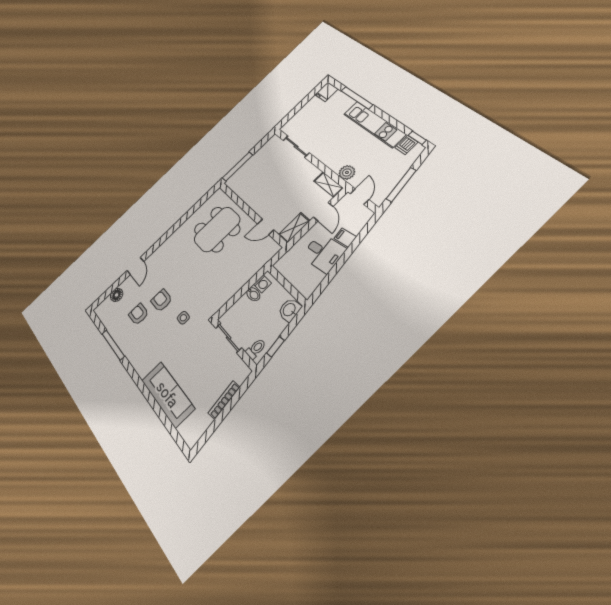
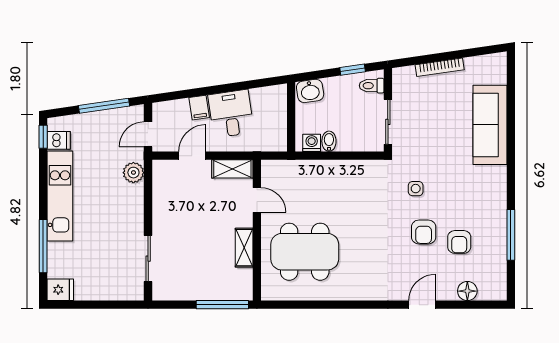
shelving: (328, 184) -> (244, 248), moved

